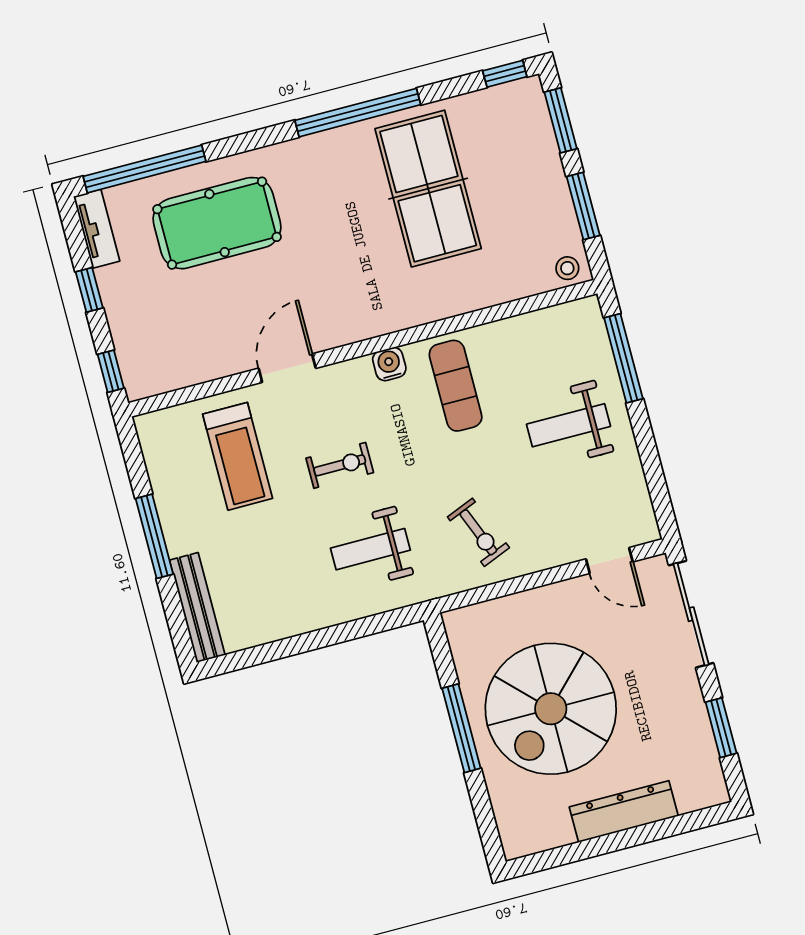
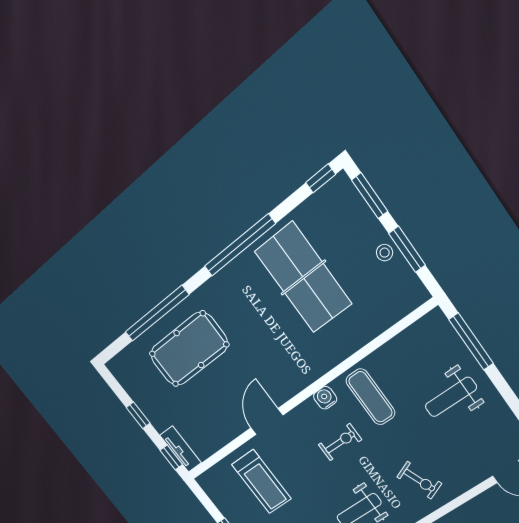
window: (144, 169) -> (157, 313), moved
tv unit: (97, 229) -> (181, 449), moved
stool: (567, 268) -> (385, 253), moved
exercise bike: (340, 465) -> (340, 442), moved

